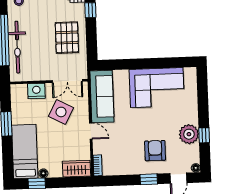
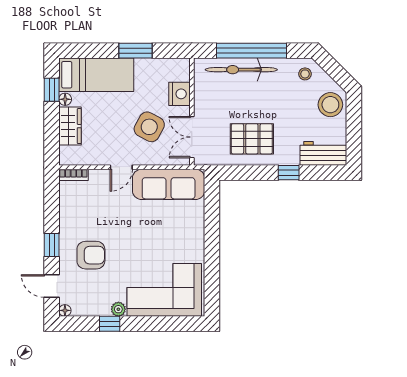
corner sofa: (157, 88) -> (164, 290), moved, turned 90
plant: (189, 134) -> (118, 309), width x0.53, depth x0.53
wardrobe: (77, 169) -> (70, 126), moved

